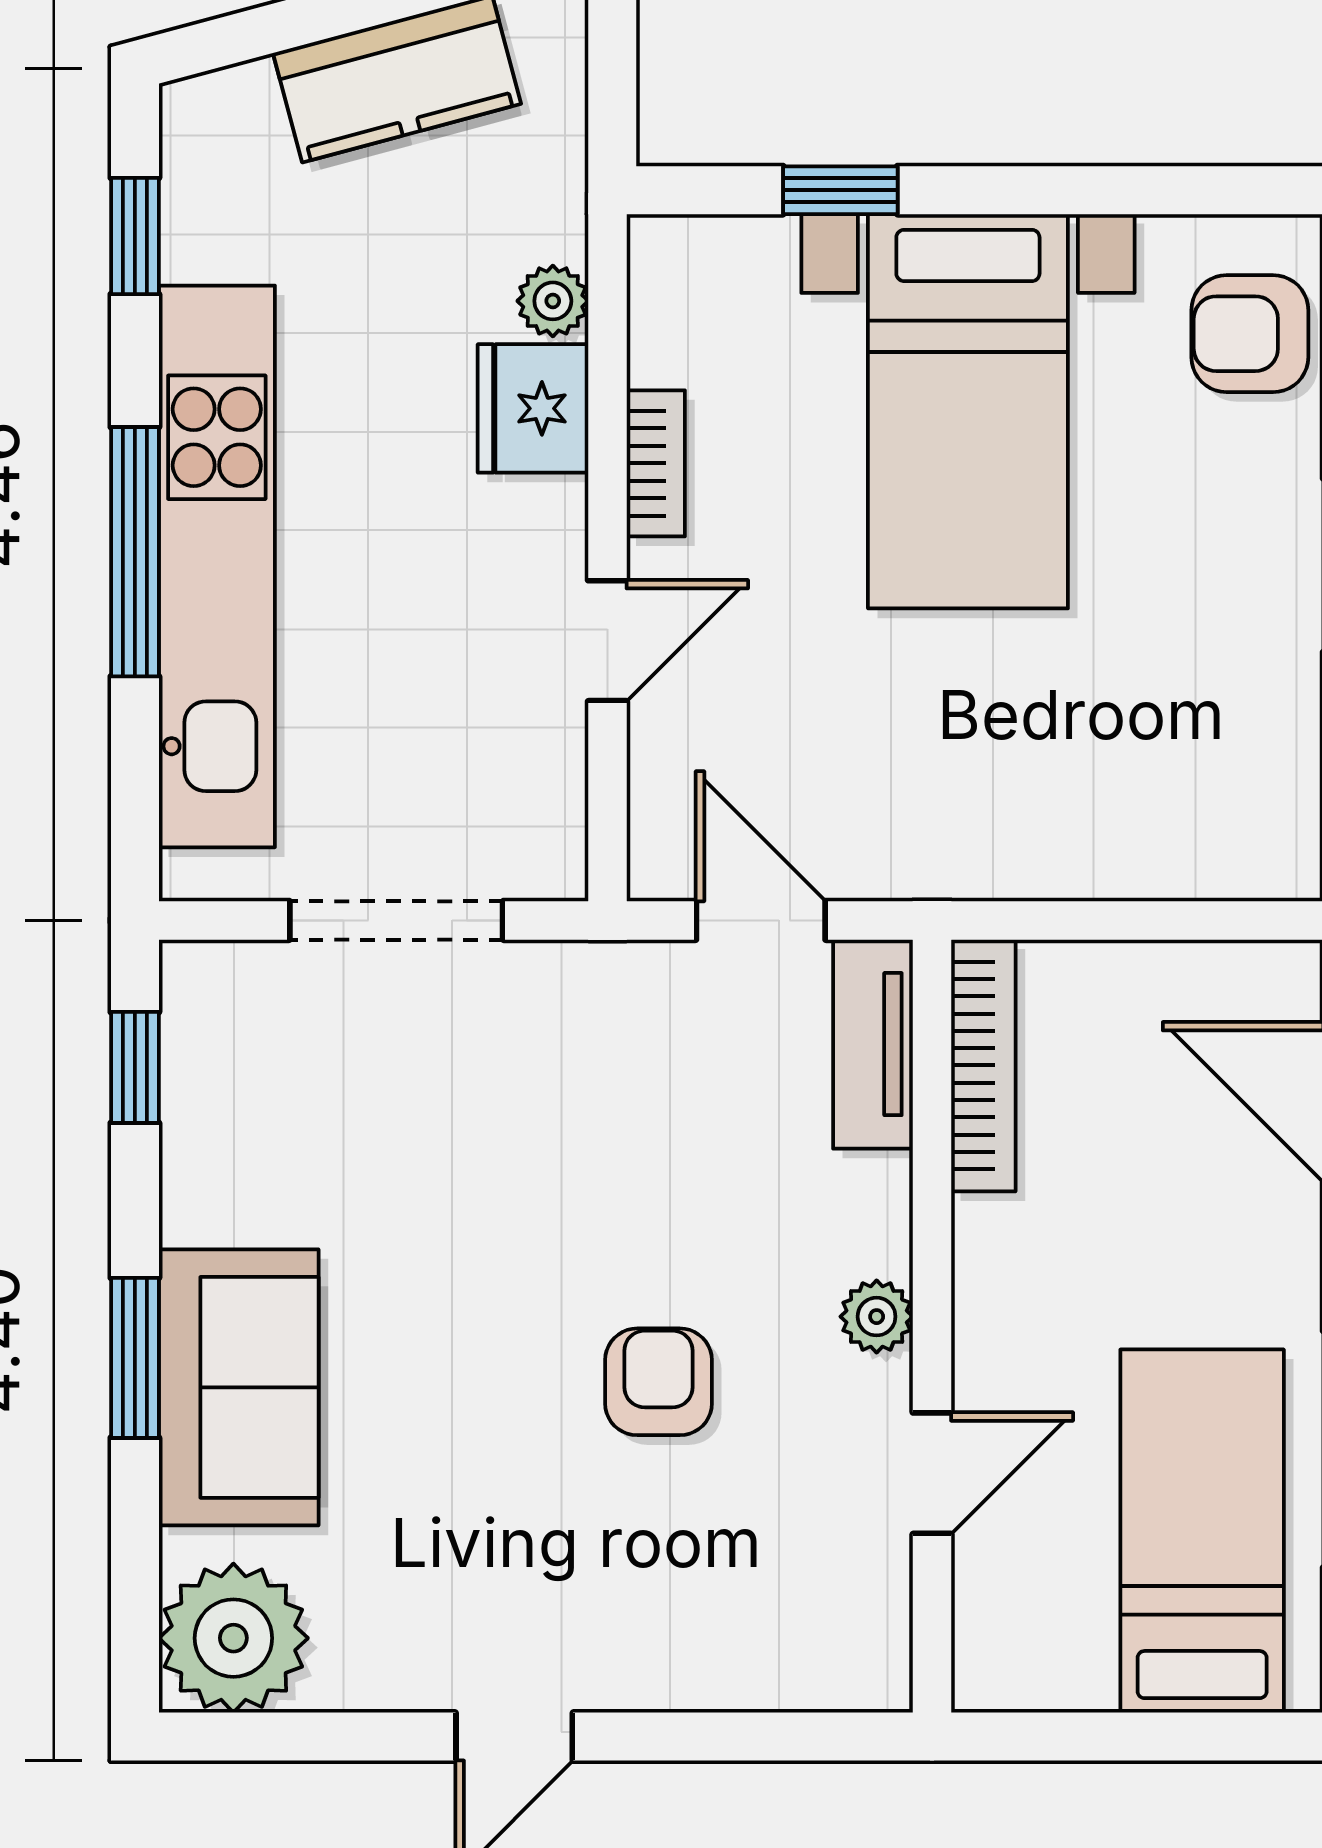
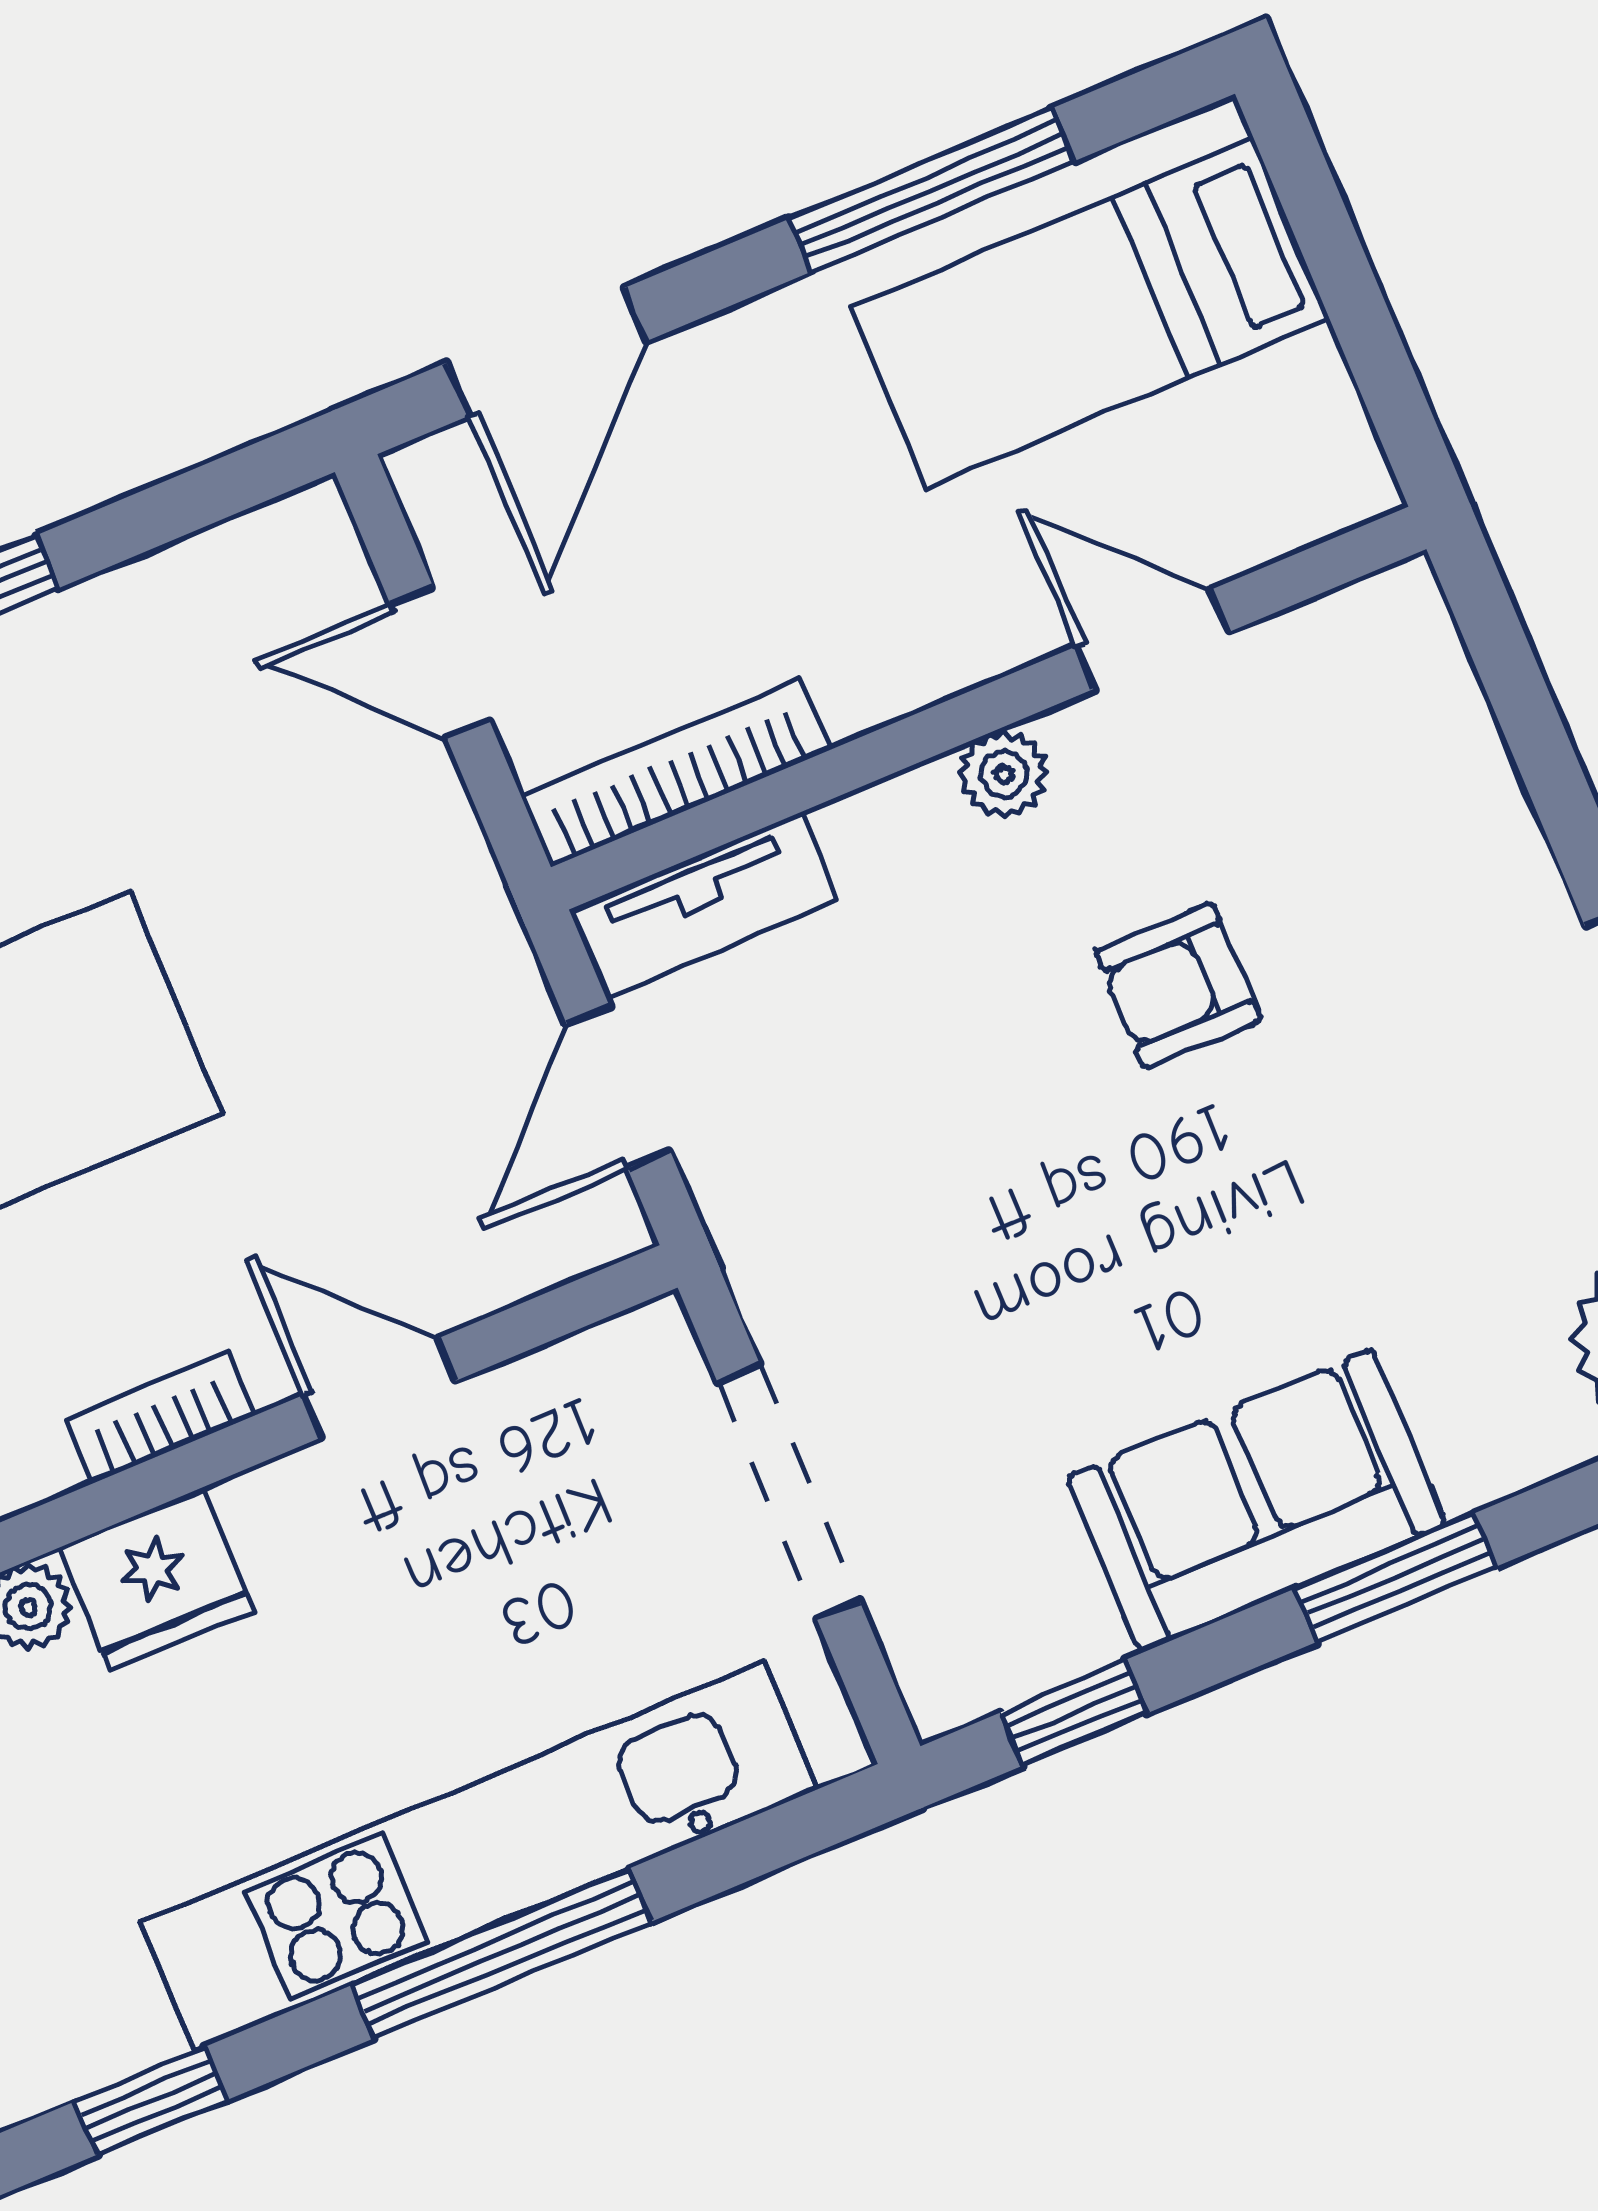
door: (1144, 920) -> (440, 662), added
sofa: (239, 1387) -> (1257, 1501), moved

